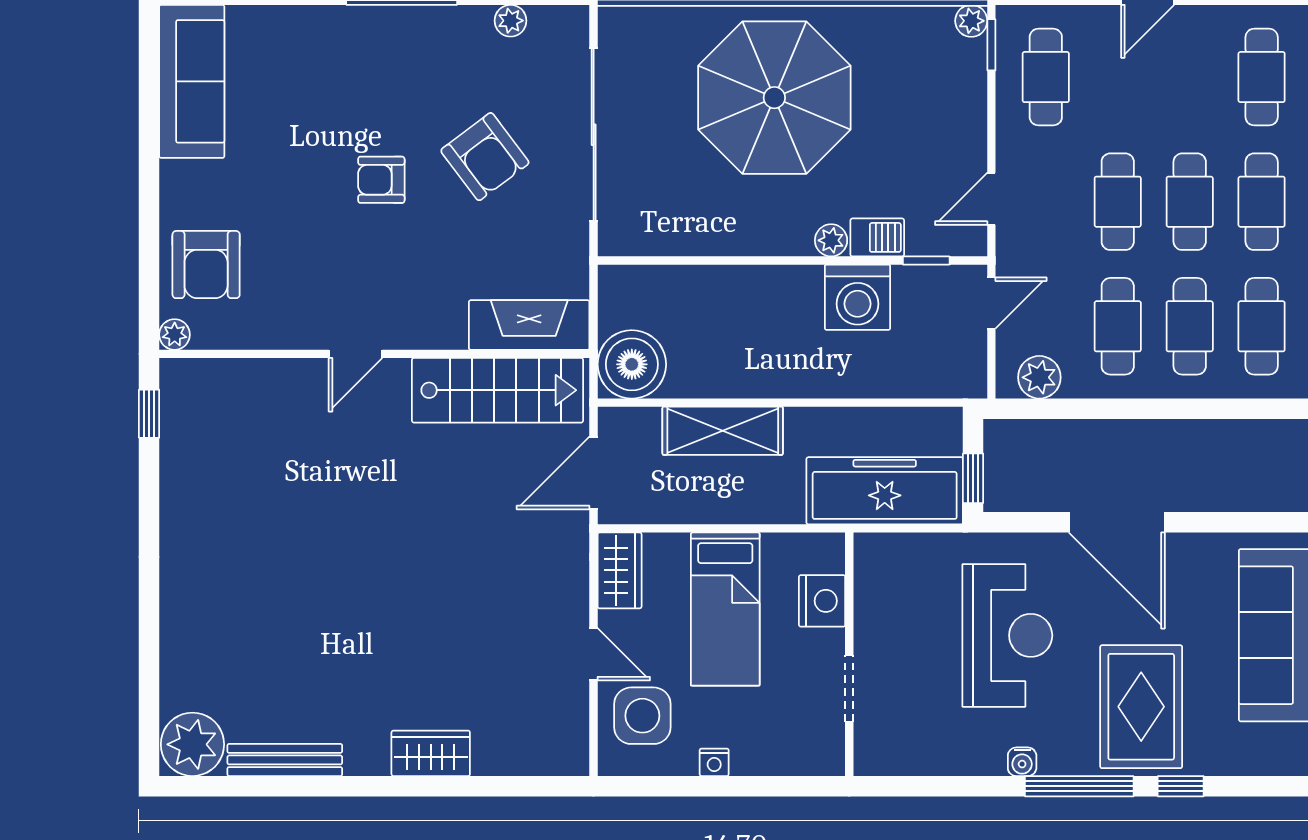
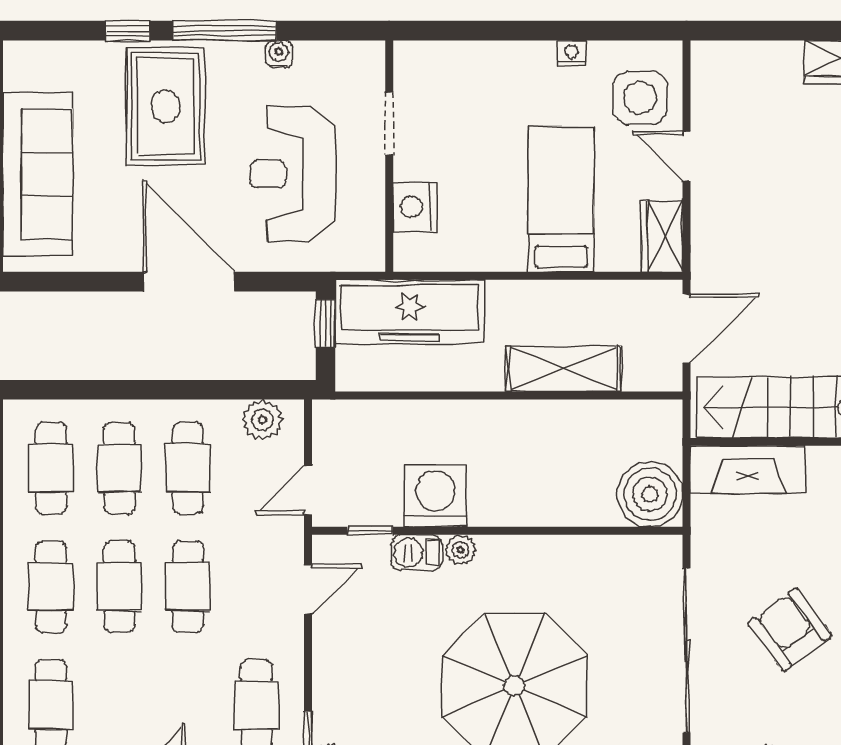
boiler: (632, 364) -> (650, 494), moved
nightstand: (822, 601) -> (415, 207), moved
wall: (849, 654) -> (389, 156), moved
doorway: (849, 688) -> (389, 124), moved

